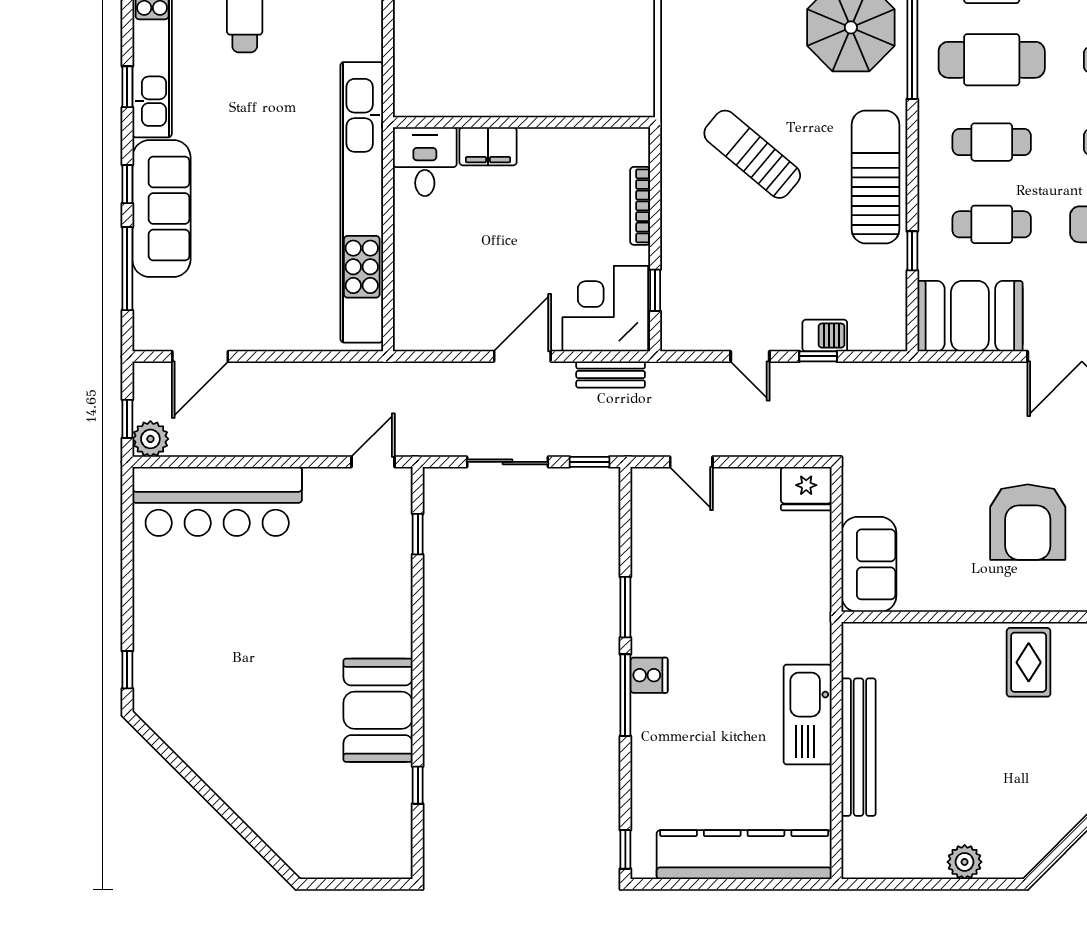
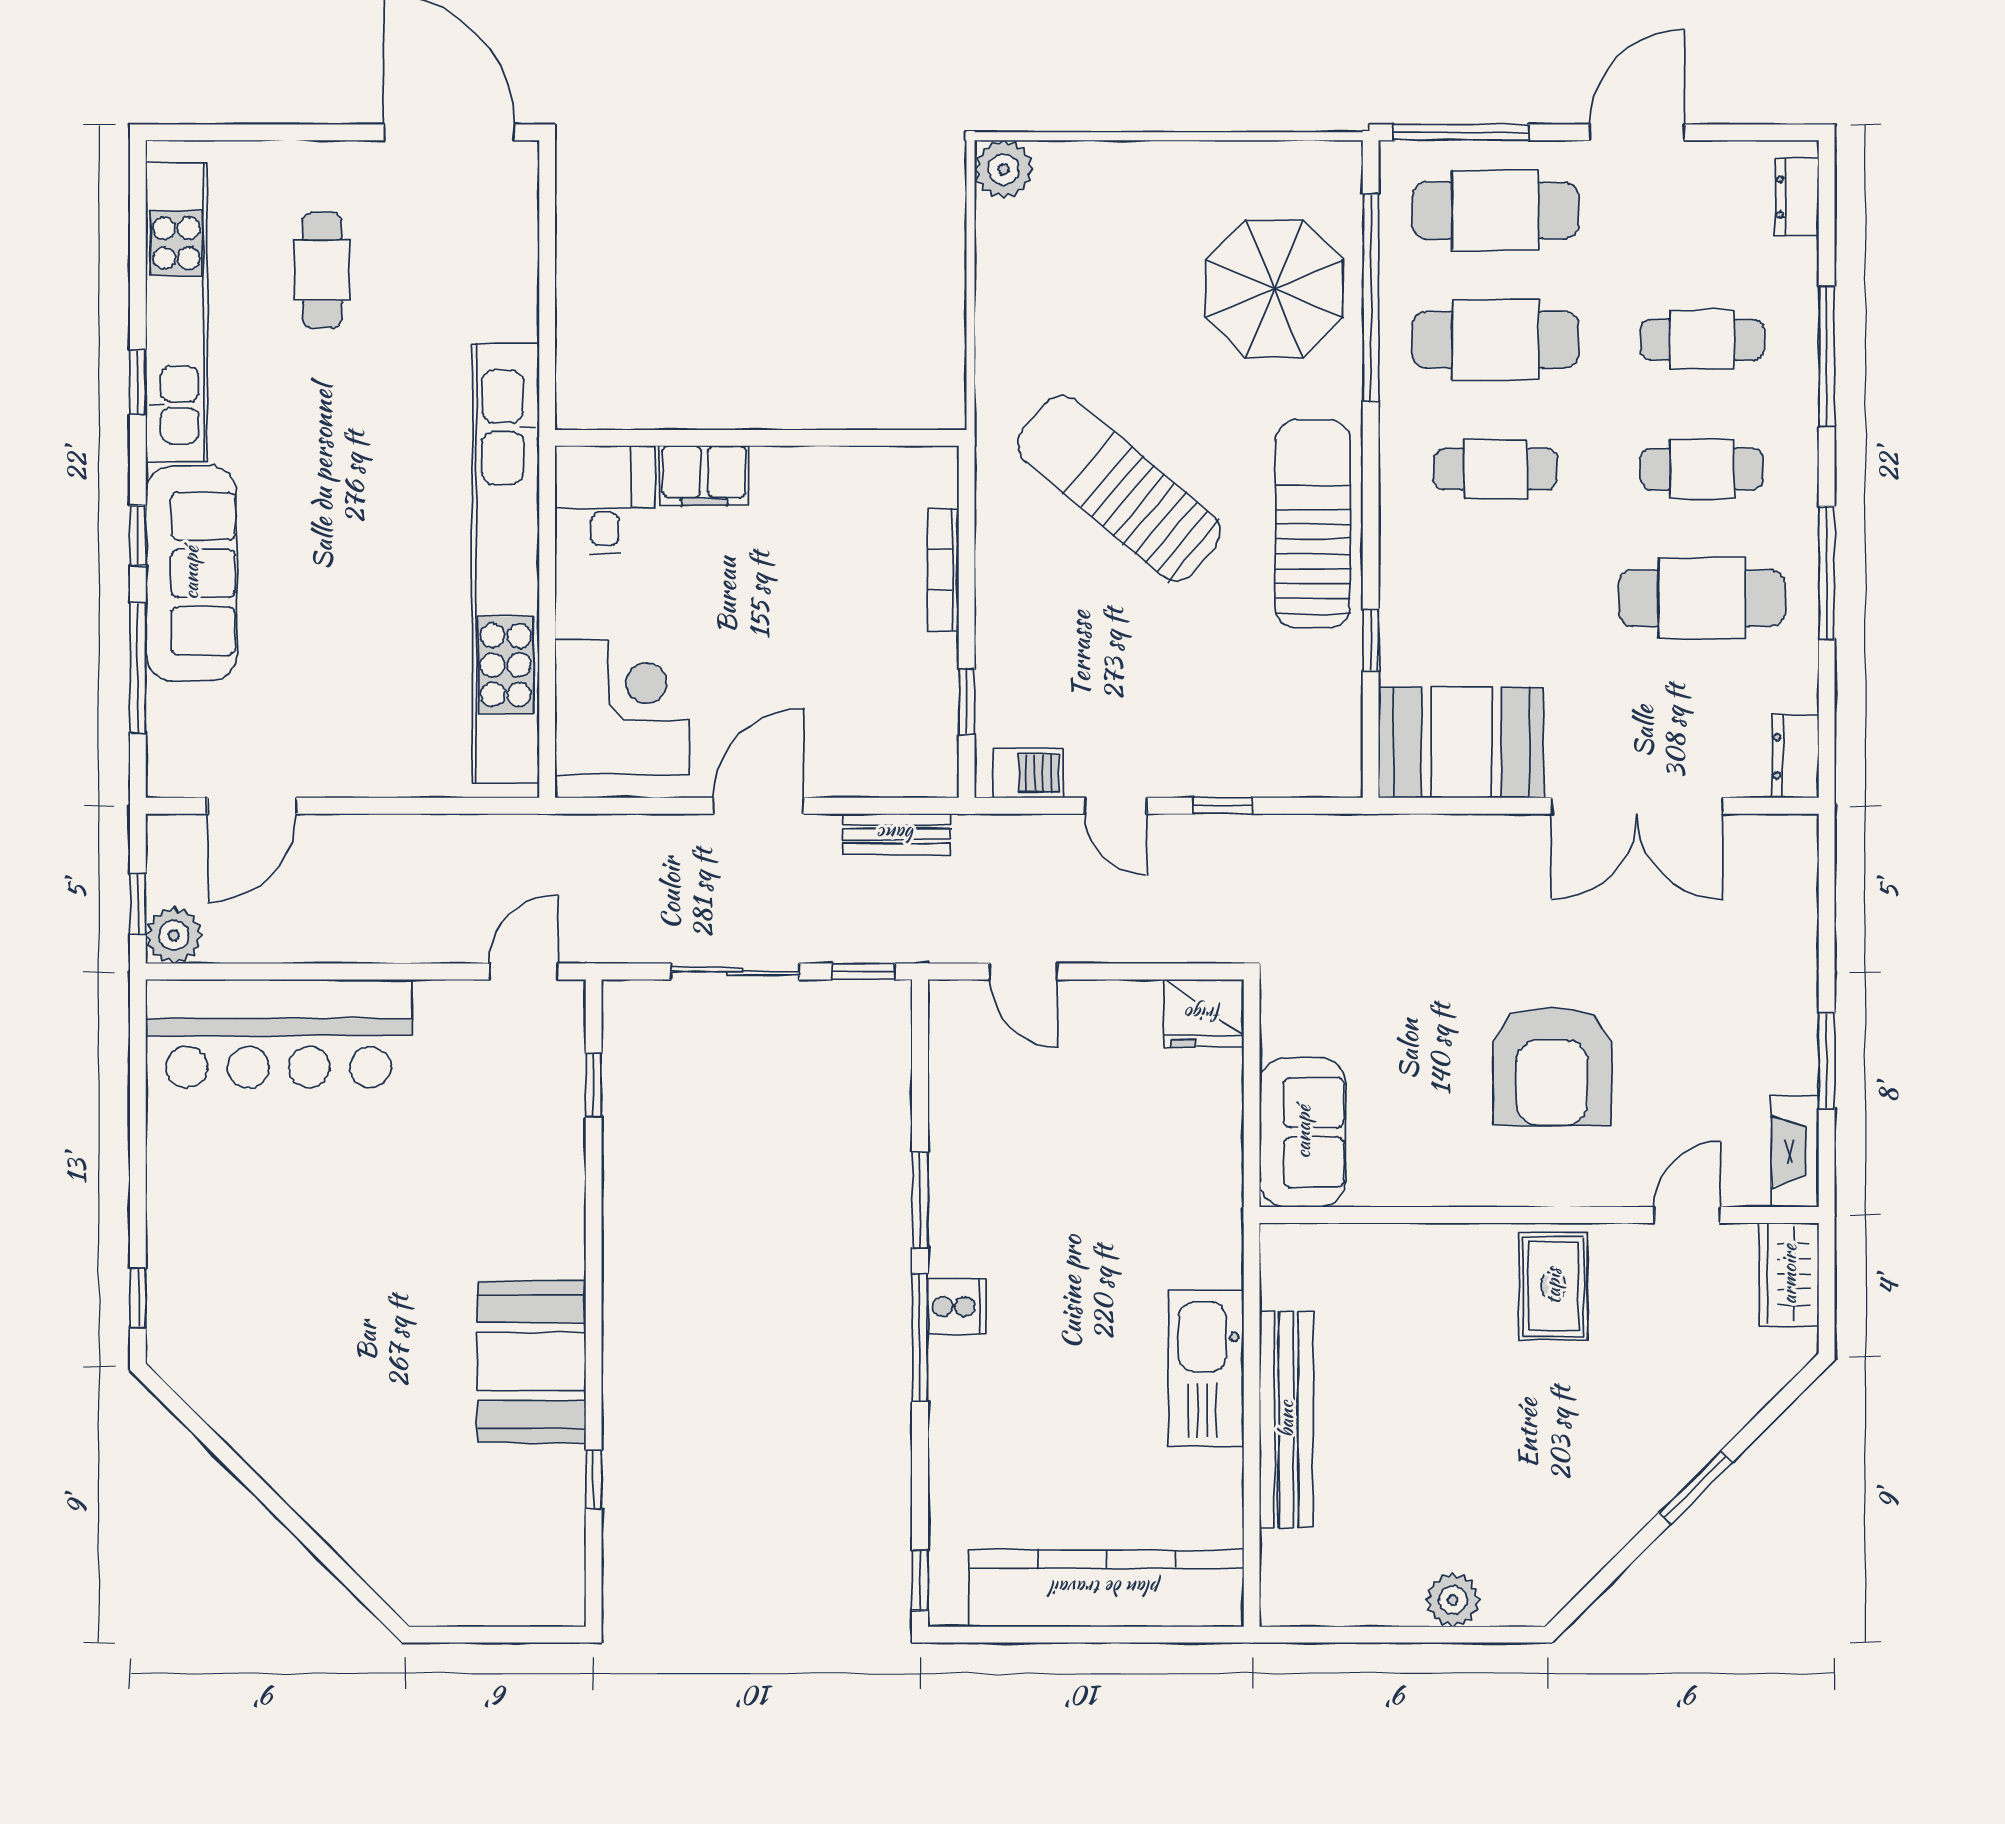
sun lounger: (752, 154) -> (1119, 488), width x1.36, depth x1.34
cafe table: (992, 224) -> (1495, 598), removed
corner desk: (605, 309) -> (622, 707), moved, turned 90
barbecue: (825, 336) -> (1028, 773), moved

